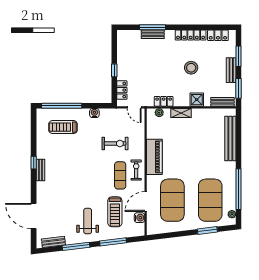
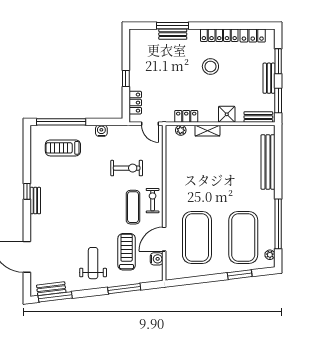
stool: (191, 68) -> (210, 66), moved
piano: (154, 157) -> (175, 184), removed
treadmill: (115, 212) -> (127, 252), turned 180
window: (76, 246) -> (55, 297), moved

